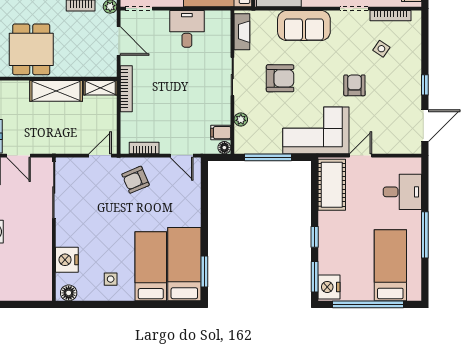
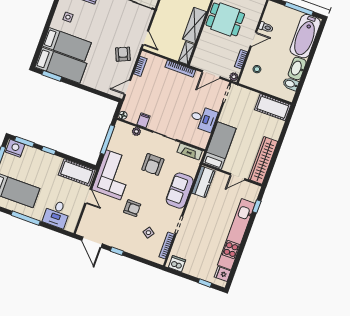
filing cabinet: (221, 133) -> (144, 120), moved

